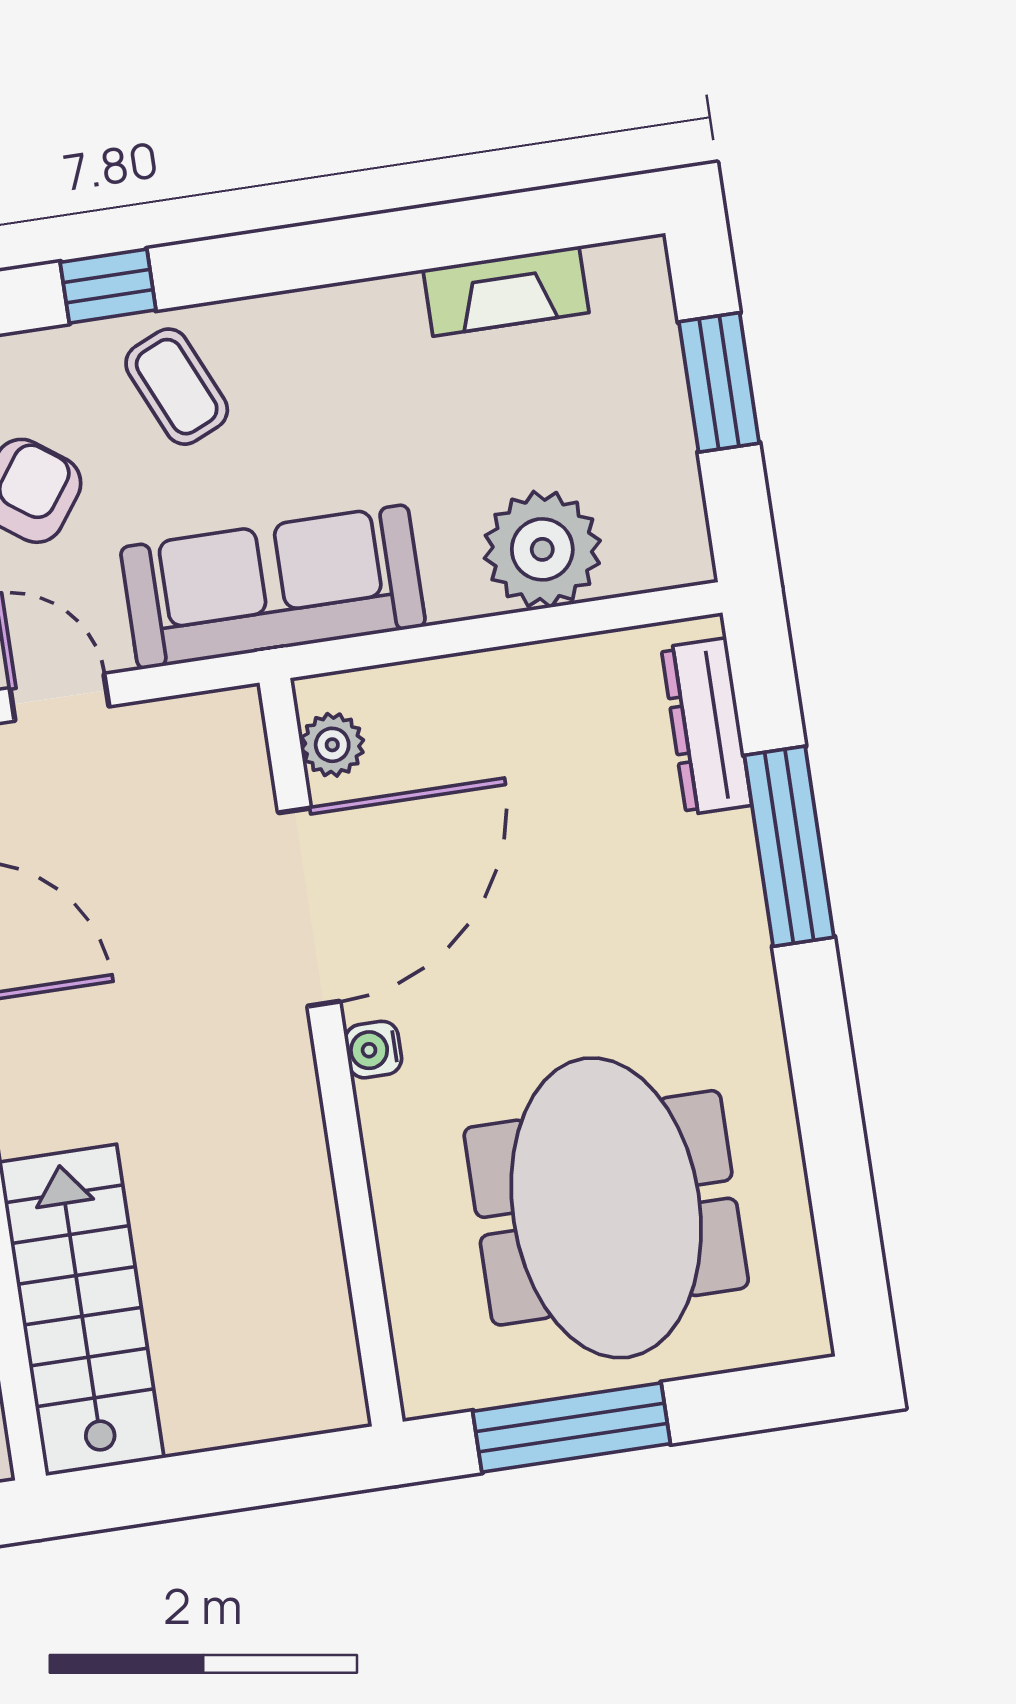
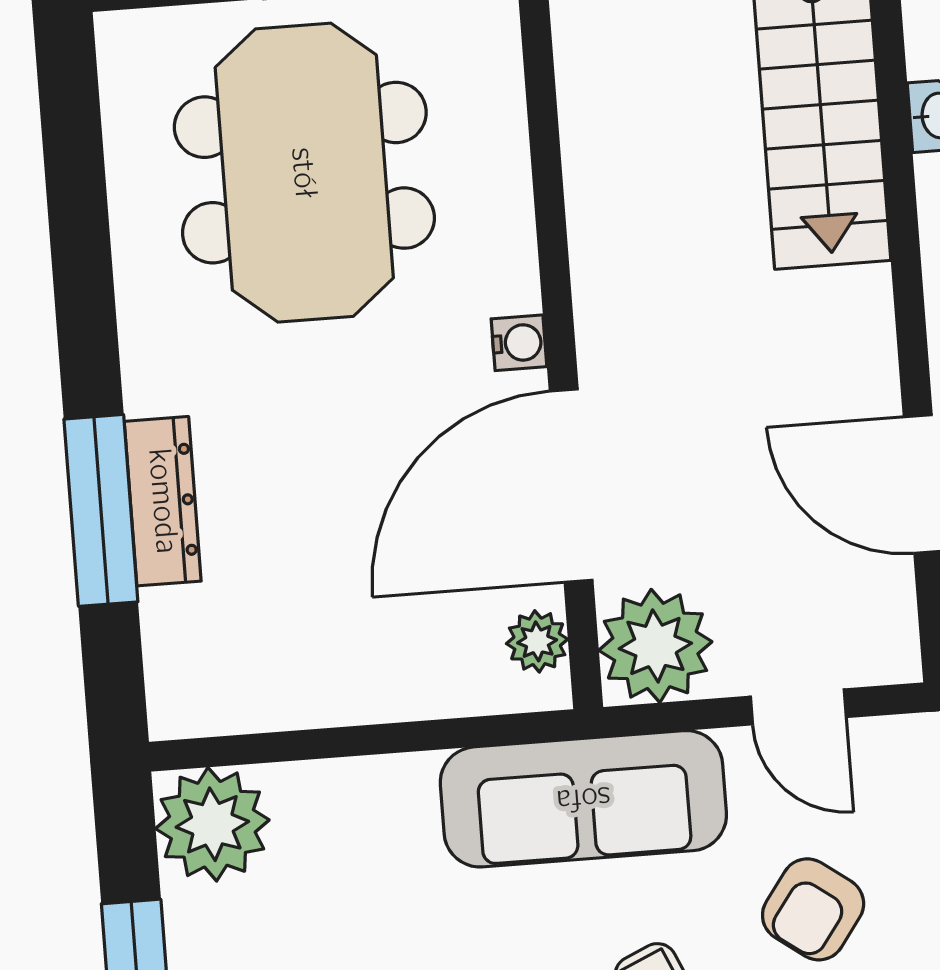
plant: (542, 549) -> (212, 824), moved
dresser: (706, 726) -> (163, 501), moved
plant: (211, 749) -> (655, 646), added

